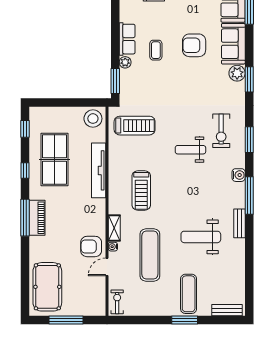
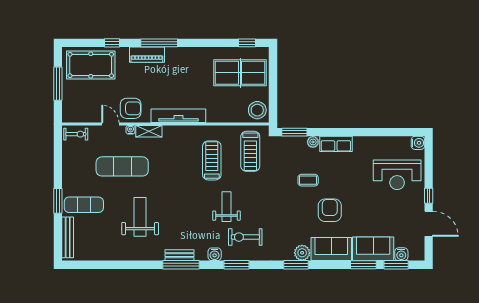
coffee table: (156, 50) -> (308, 180), moved
table tennis table: (54, 160) -> (240, 73), moved
window: (25, 170) -> (112, 43), moved
tv unit: (99, 170) -> (178, 116), moved
water cooler: (239, 175) -> (215, 254), moved
treadmill: (141, 190) -> (212, 160), moved, turned 90
piano: (37, 218) -> (147, 55), moved
bench: (240, 223) -> (179, 255), moved
armchair: (91, 246) -> (131, 108), turned 90
bench: (227, 310) -> (68, 237), width x1.36

